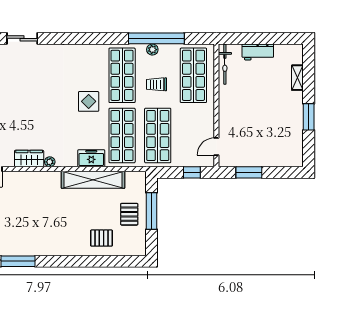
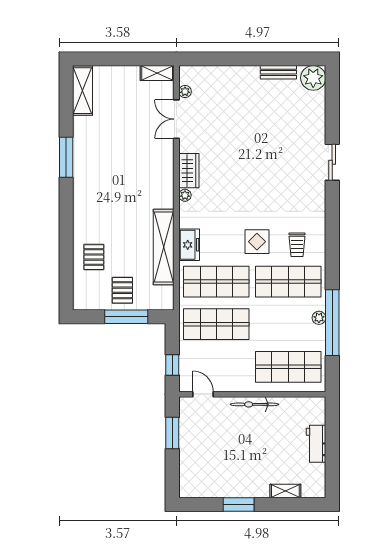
bicycle: (225, 64) -> (254, 404), moved
trolley: (157, 84) -> (297, 245), moved, turned 180
pallet: (129, 214) -> (122, 290), turned 90

